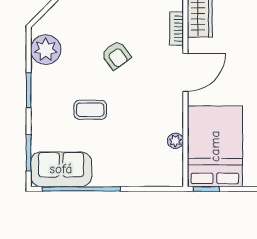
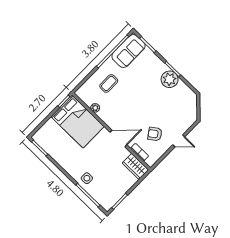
plant: (46, 50) -> (170, 79), moved
armchair: (116, 55) -> (155, 134), moved
door: (185, 72) -> (119, 139), swing flipped
coffee table: (90, 110) -> (109, 83), moved

